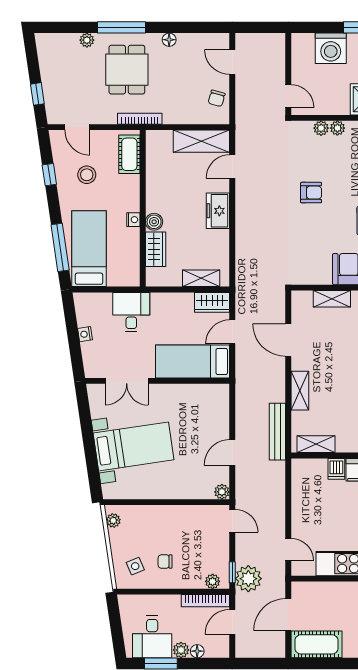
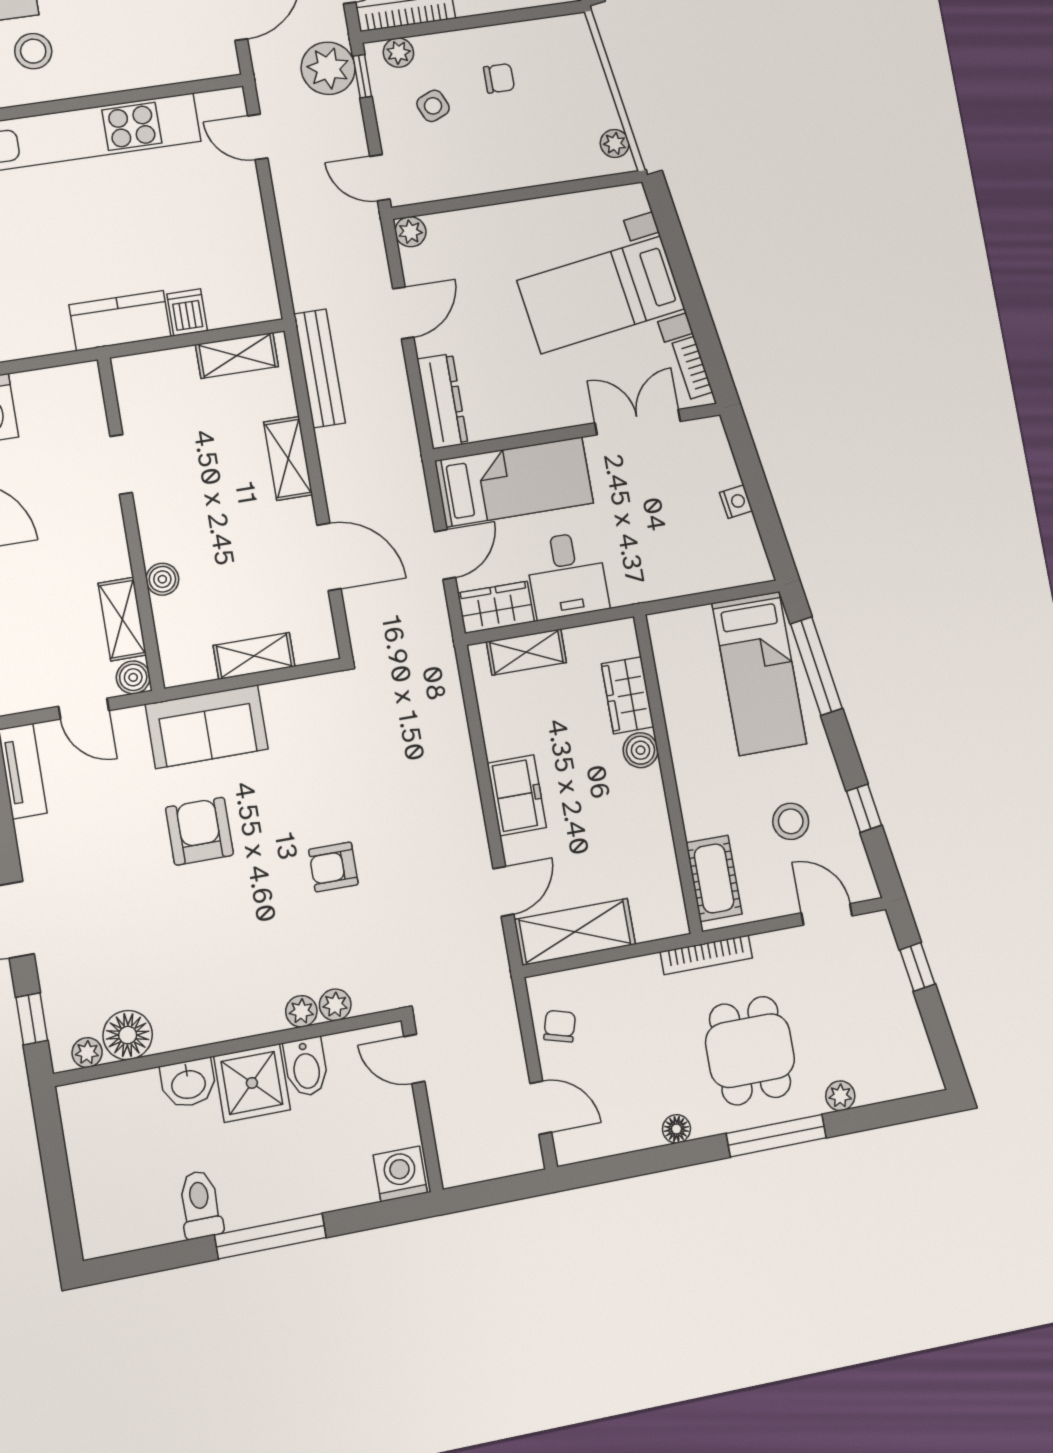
washing machine: (331, 48) -> (400, 1174), moved, width x0.73, depth x0.73
bidet: (340, 102) -> (306, 1067), added
nightstand: (133, 220) -> (682, 747), removed
desk: (131, 312) -> (567, 575), moved
bookcase: (95, 403) -> (692, 368), added
dresser: (221, 406) -> (443, 401), added
side table: (135, 566) -> (433, 106), moved

